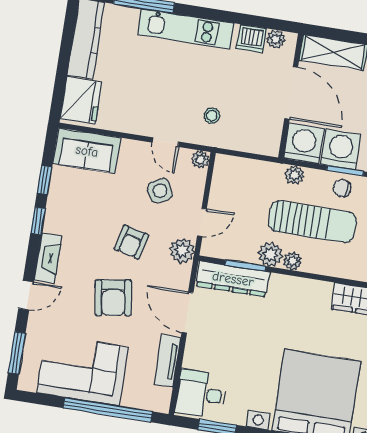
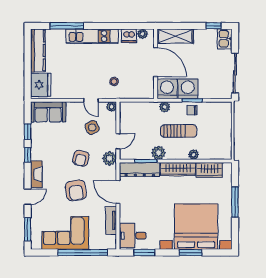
sun lounger: (312, 222) -> (179, 131), width x0.73, depth x0.75
plant: (293, 261) -> (194, 155), moved
wardrobe: (300, 289) -> (178, 169), added

